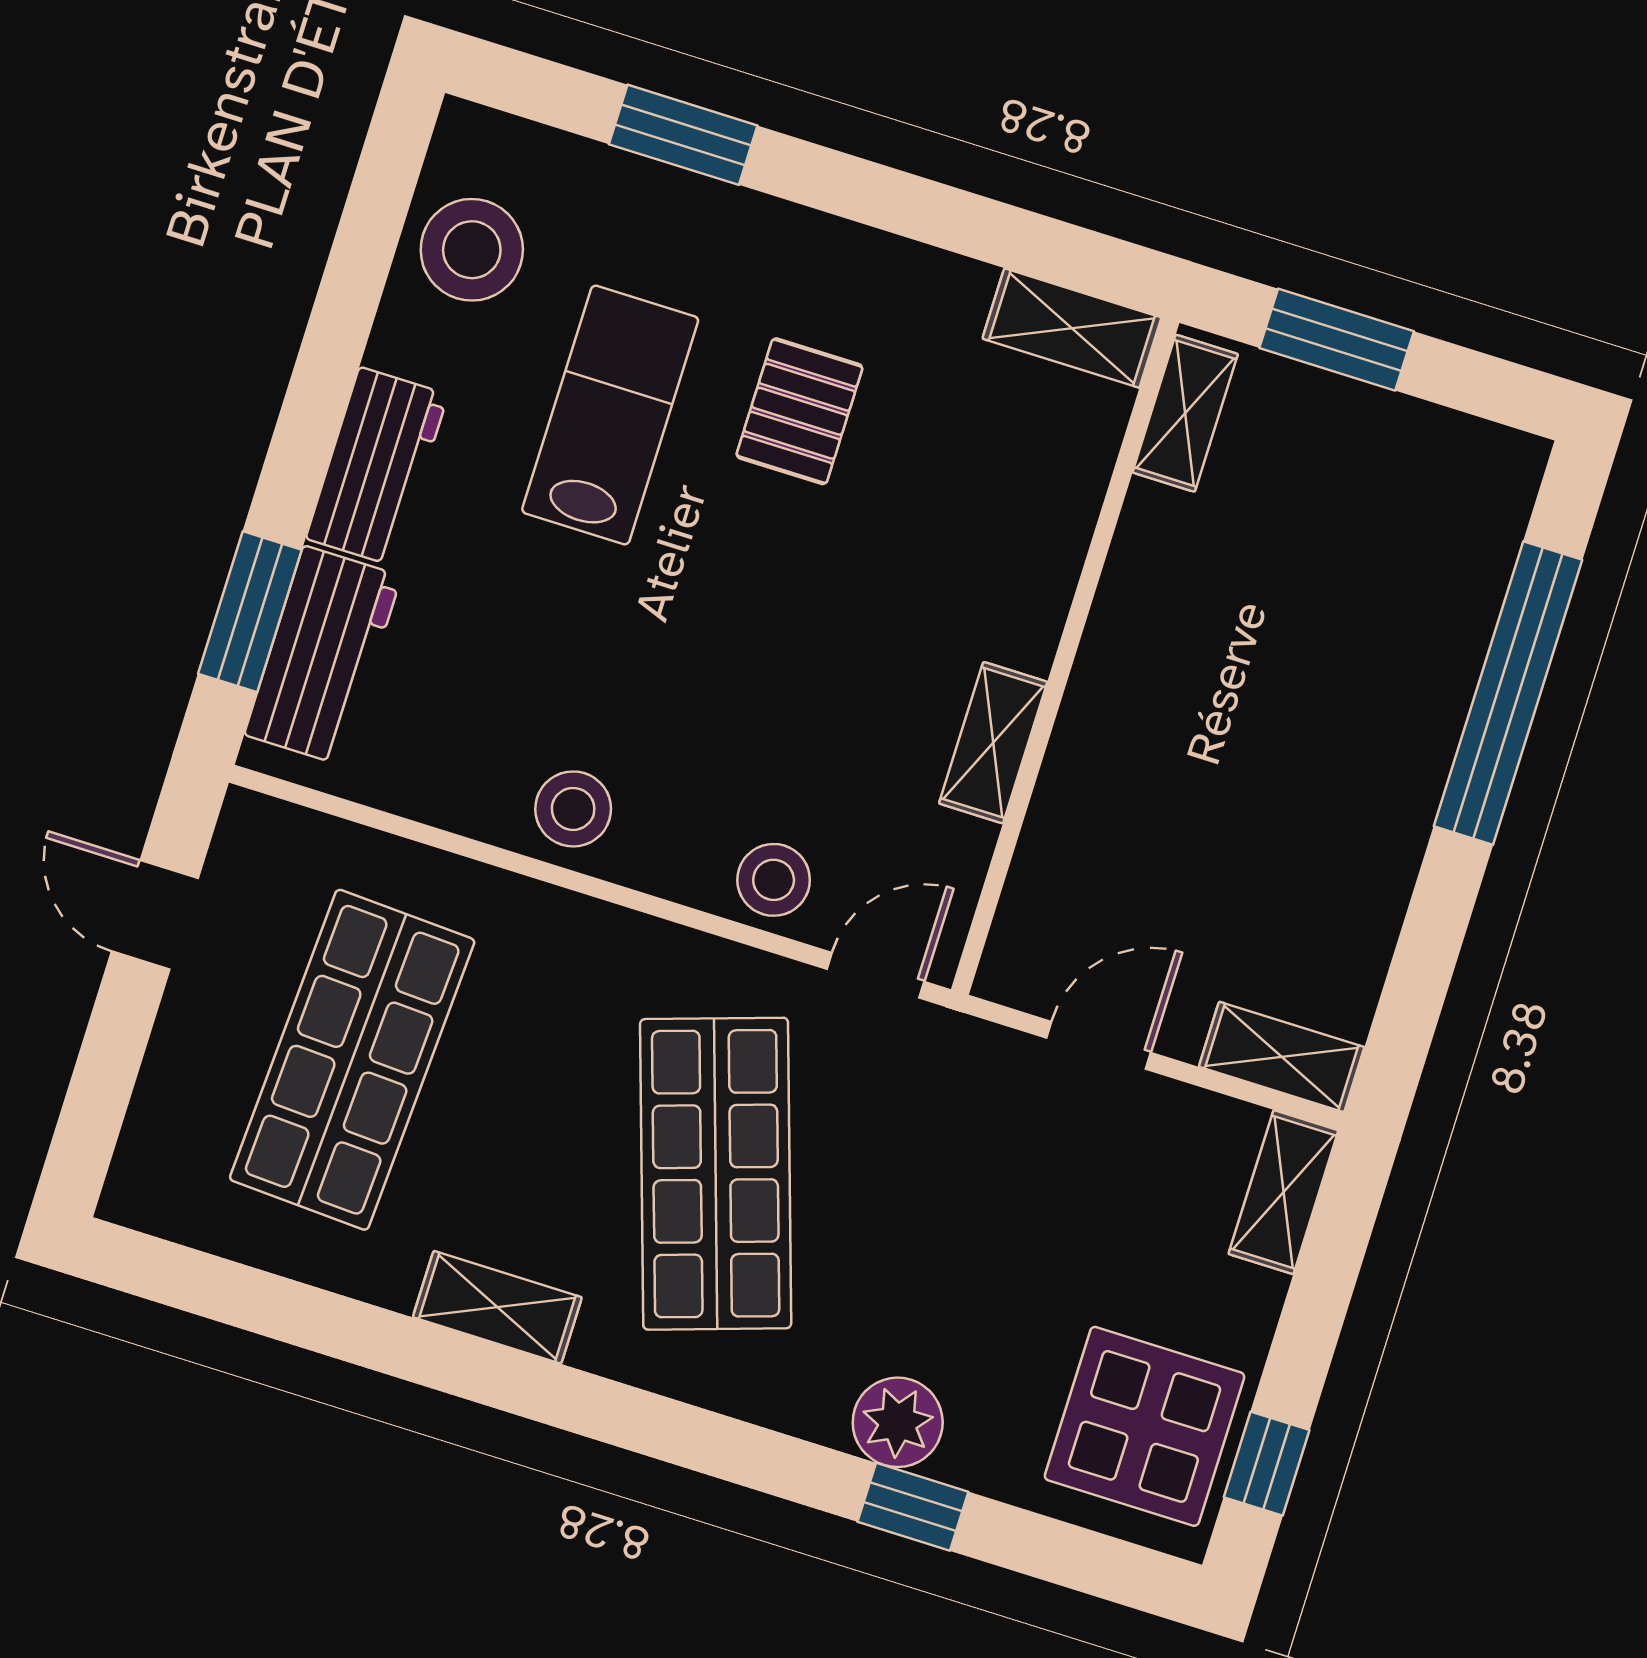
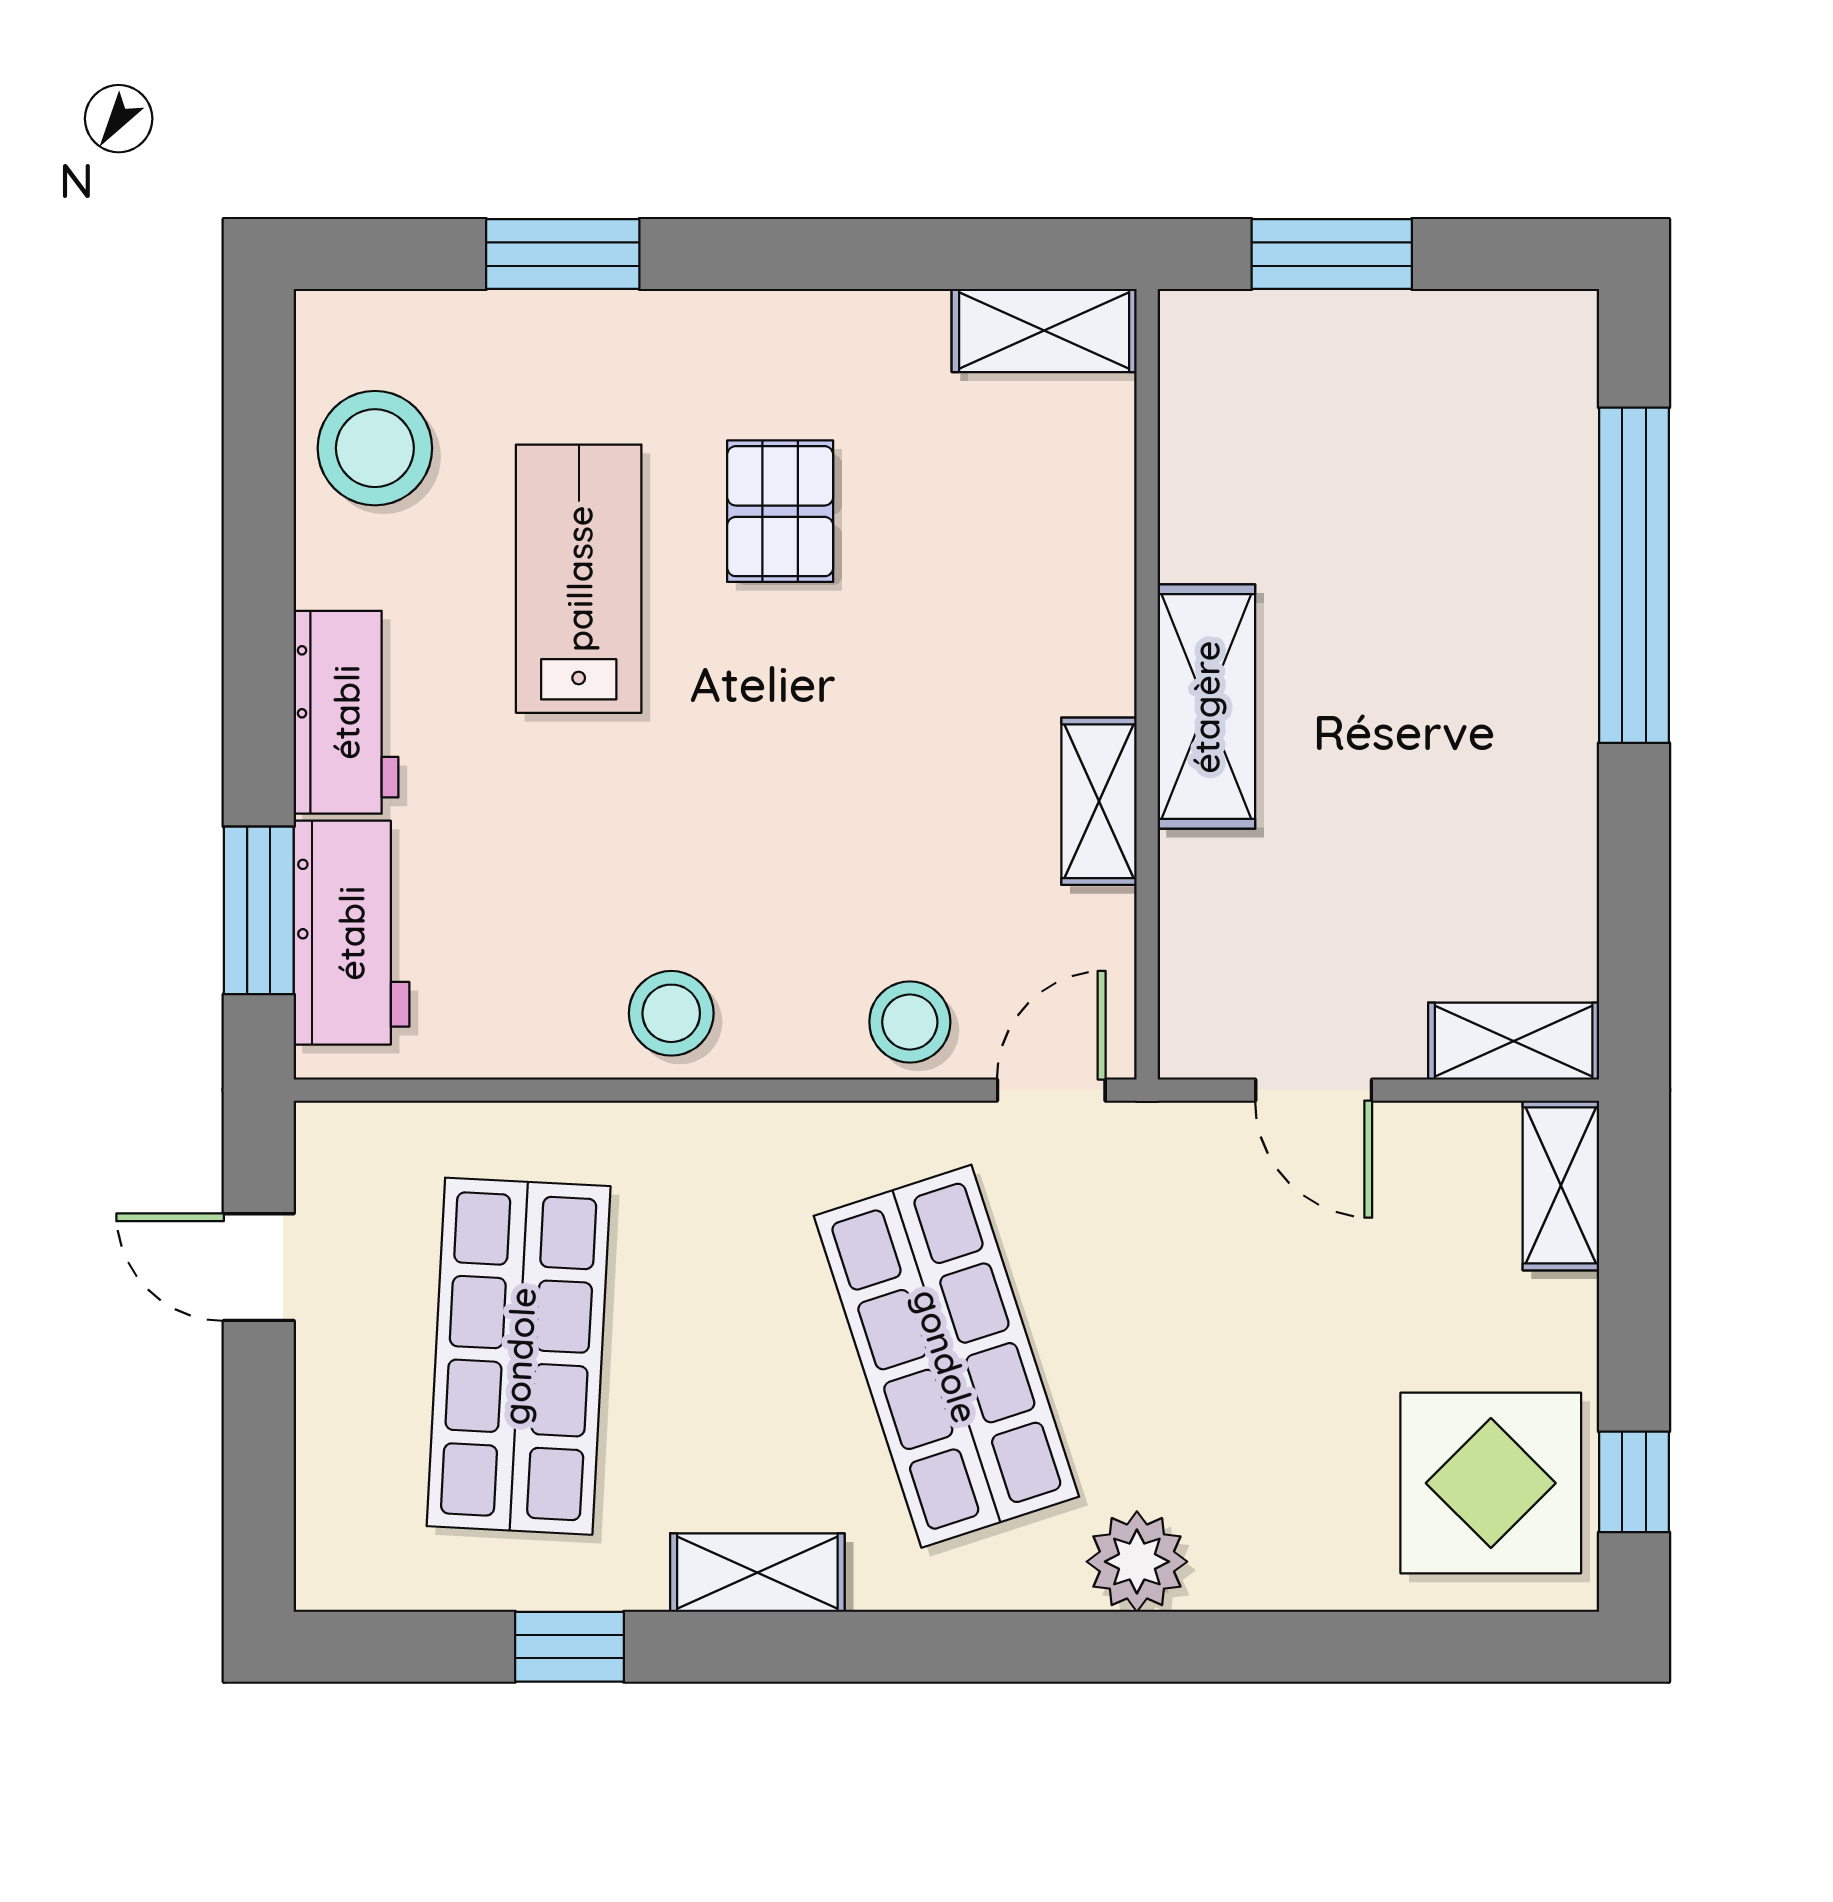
shelving: (1185, 413) -> (1206, 707), moved, width x1.50, depth x1.33
door: (1099, 1045) -> (1314, 1090), swing flipped
plant: (898, 1422) -> (1137, 1562), moved
window: (913, 1507) -> (570, 1647), moved

